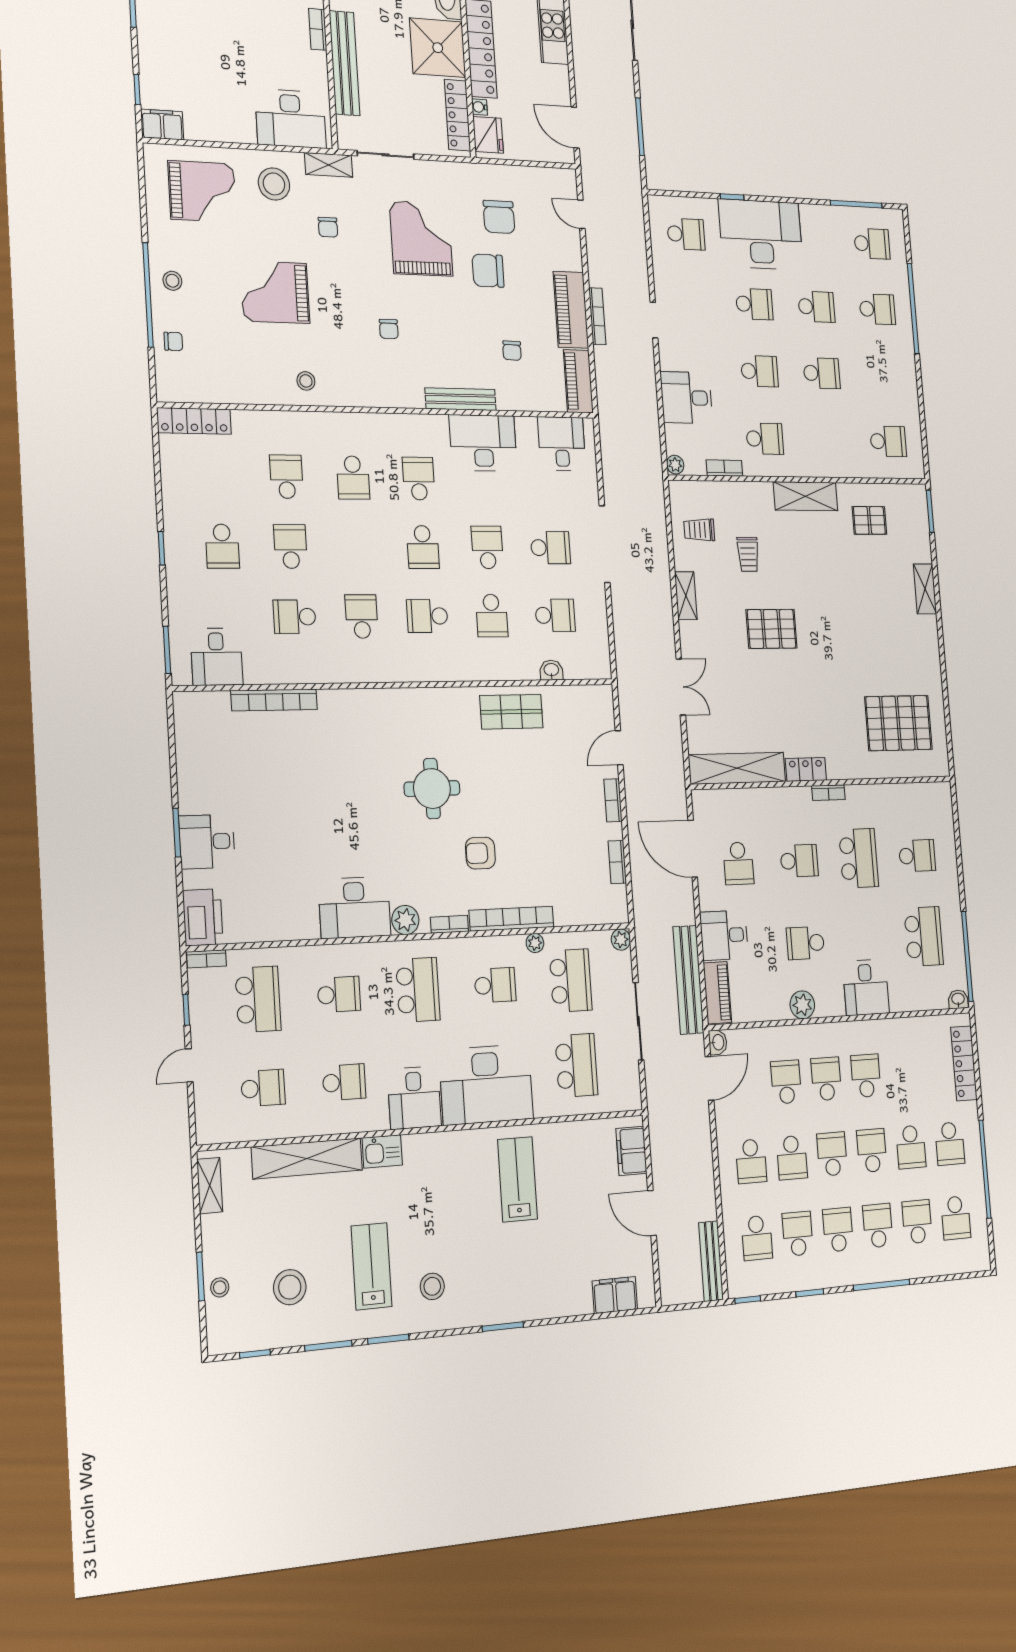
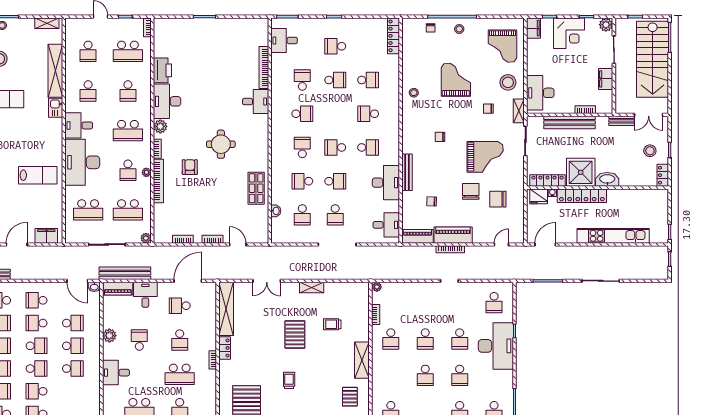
corner desk: (169, 51) -> (569, 33), added
desk: (686, 398) -> (411, 296), removed
trolley: (699, 530) -> (289, 380), moved
desk: (207, 842) -> (256, 102), moved, turned 90
printer: (203, 917) -> (162, 70), moved, turned -90
plant: (535, 943) -> (146, 172), moved

